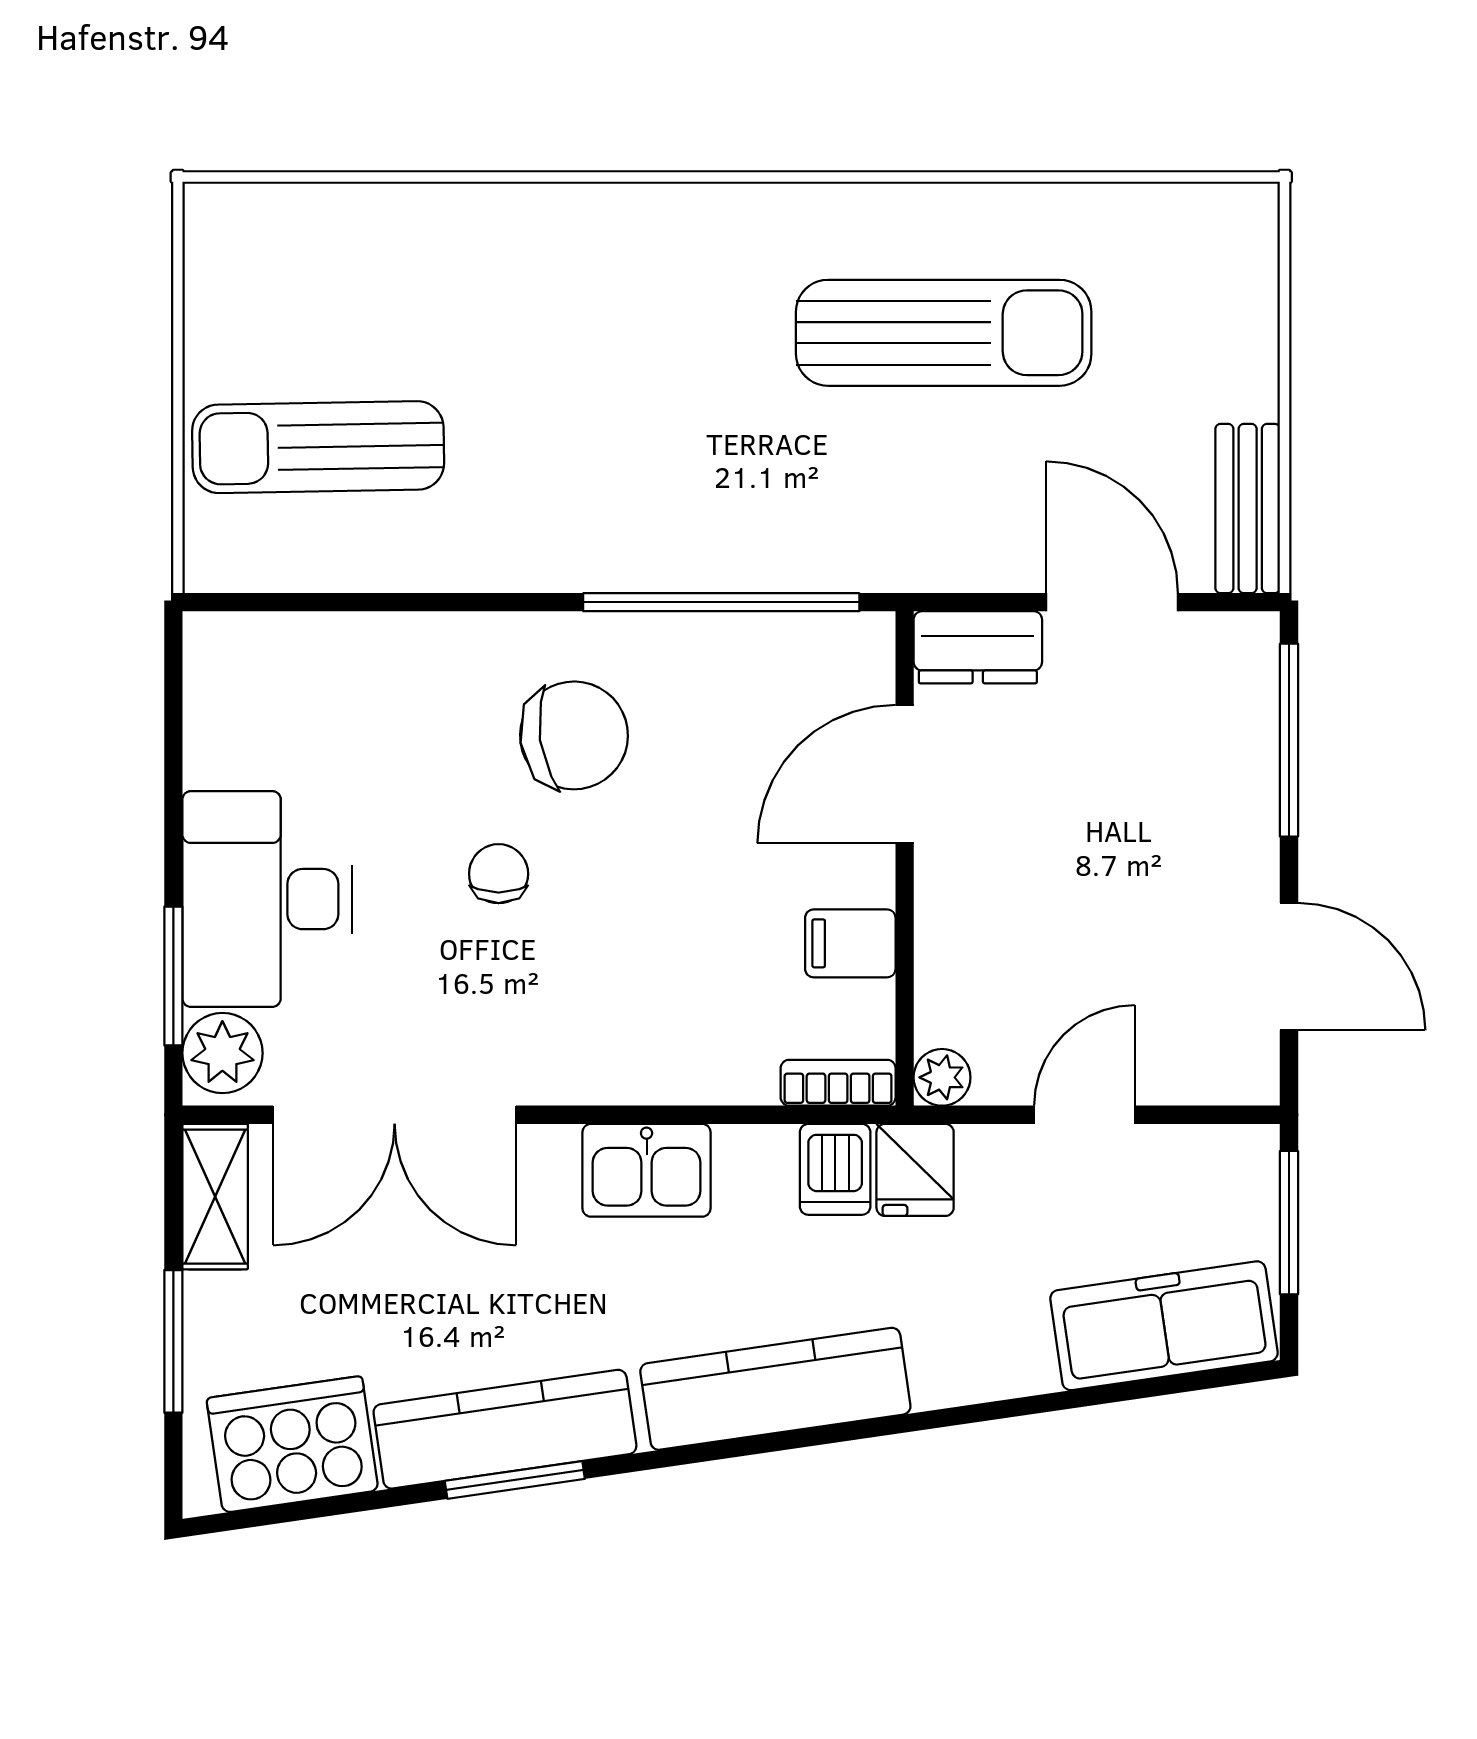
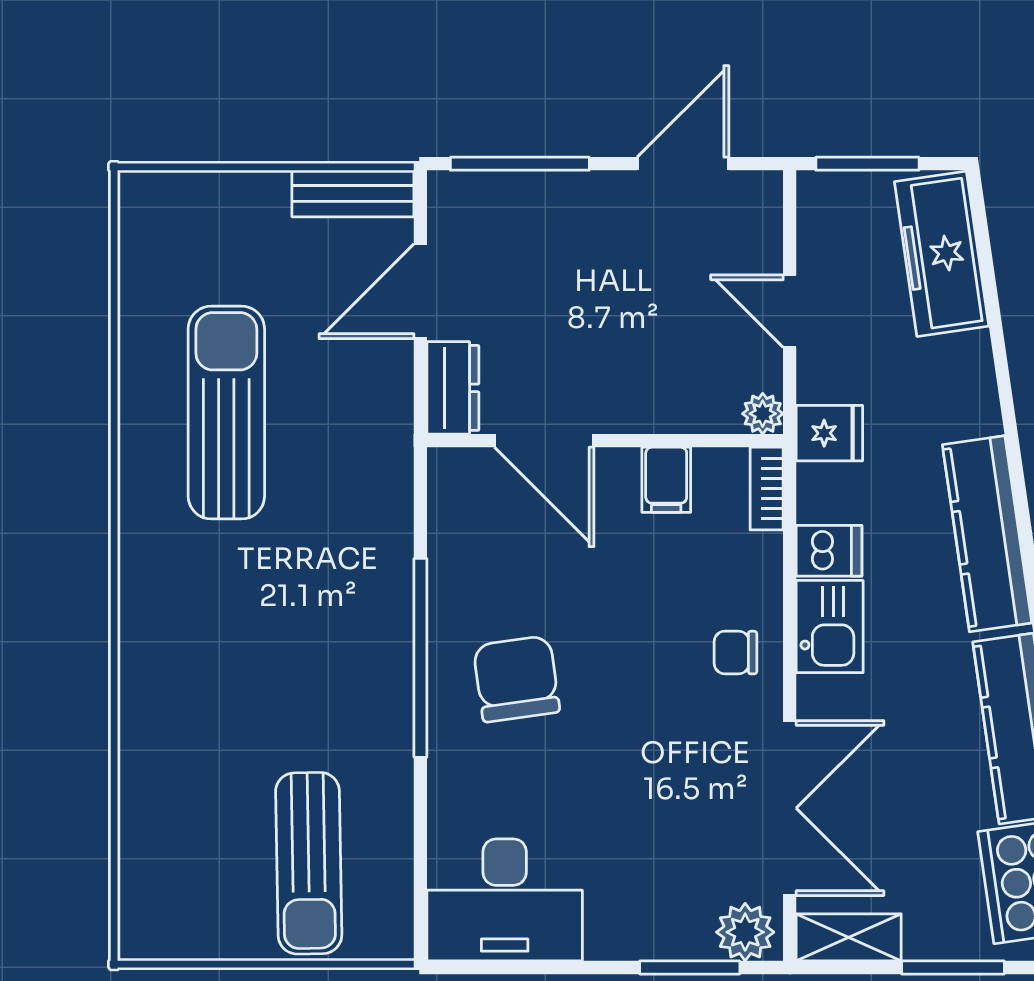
window: (721, 602) -> (420, 658), moved
chair: (499, 874) -> (736, 653), moved
desk: (267, 899) -> (505, 900), moved
dishwasher: (835, 1169) -> (829, 551), moved

